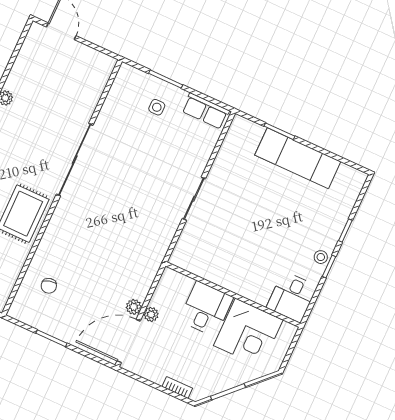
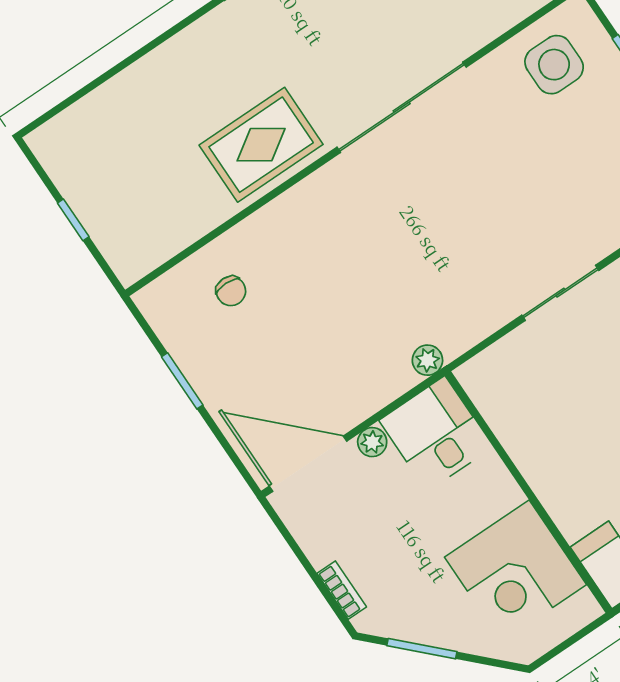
side table: (157, 107) -> (554, 65), moved, width x1.87, depth x1.87
chair: (49, 286) -> (231, 291), turned -74
plant: (134, 307) -> (427, 360), moved
desk: (206, 309) -> (436, 434), moved, turned -90

